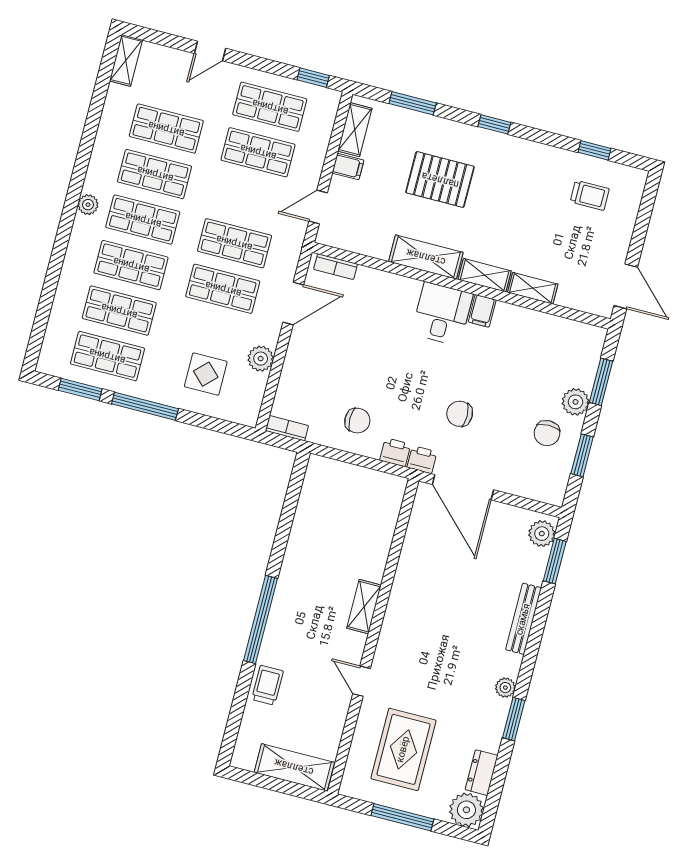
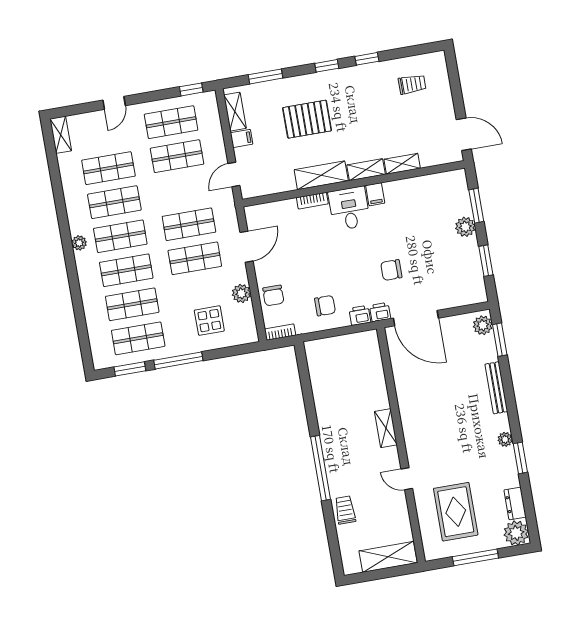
window: (594, 150) -> (367, 59), moved
bookcase: (336, 267) -> (312, 201), moved
chair: (547, 433) -> (273, 295), moved

